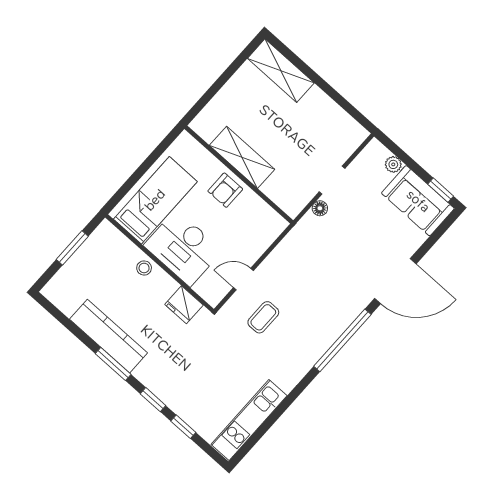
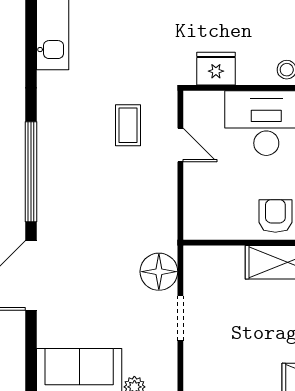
floor lamp: (320, 208) -> (159, 272), width x1.89, depth x1.89
door: (243, 279) -> (180, 145), hinge flipped

